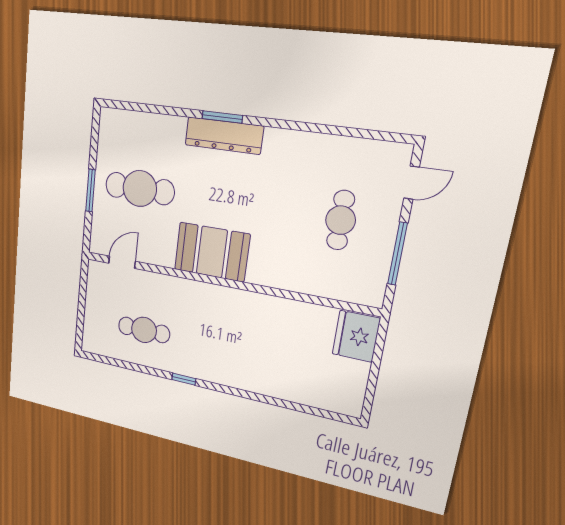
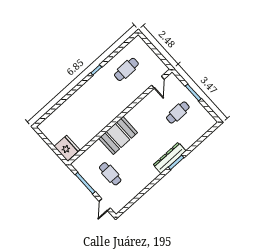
cafe table: (140, 189) -> (178, 112), width x0.73, depth x0.74
booth: (212, 252) -> (118, 135), moved

